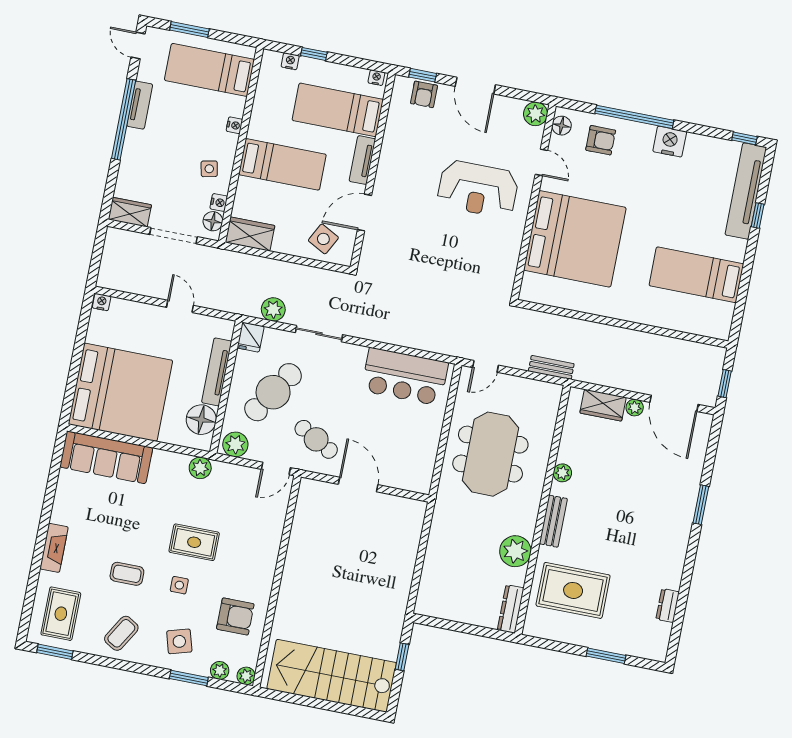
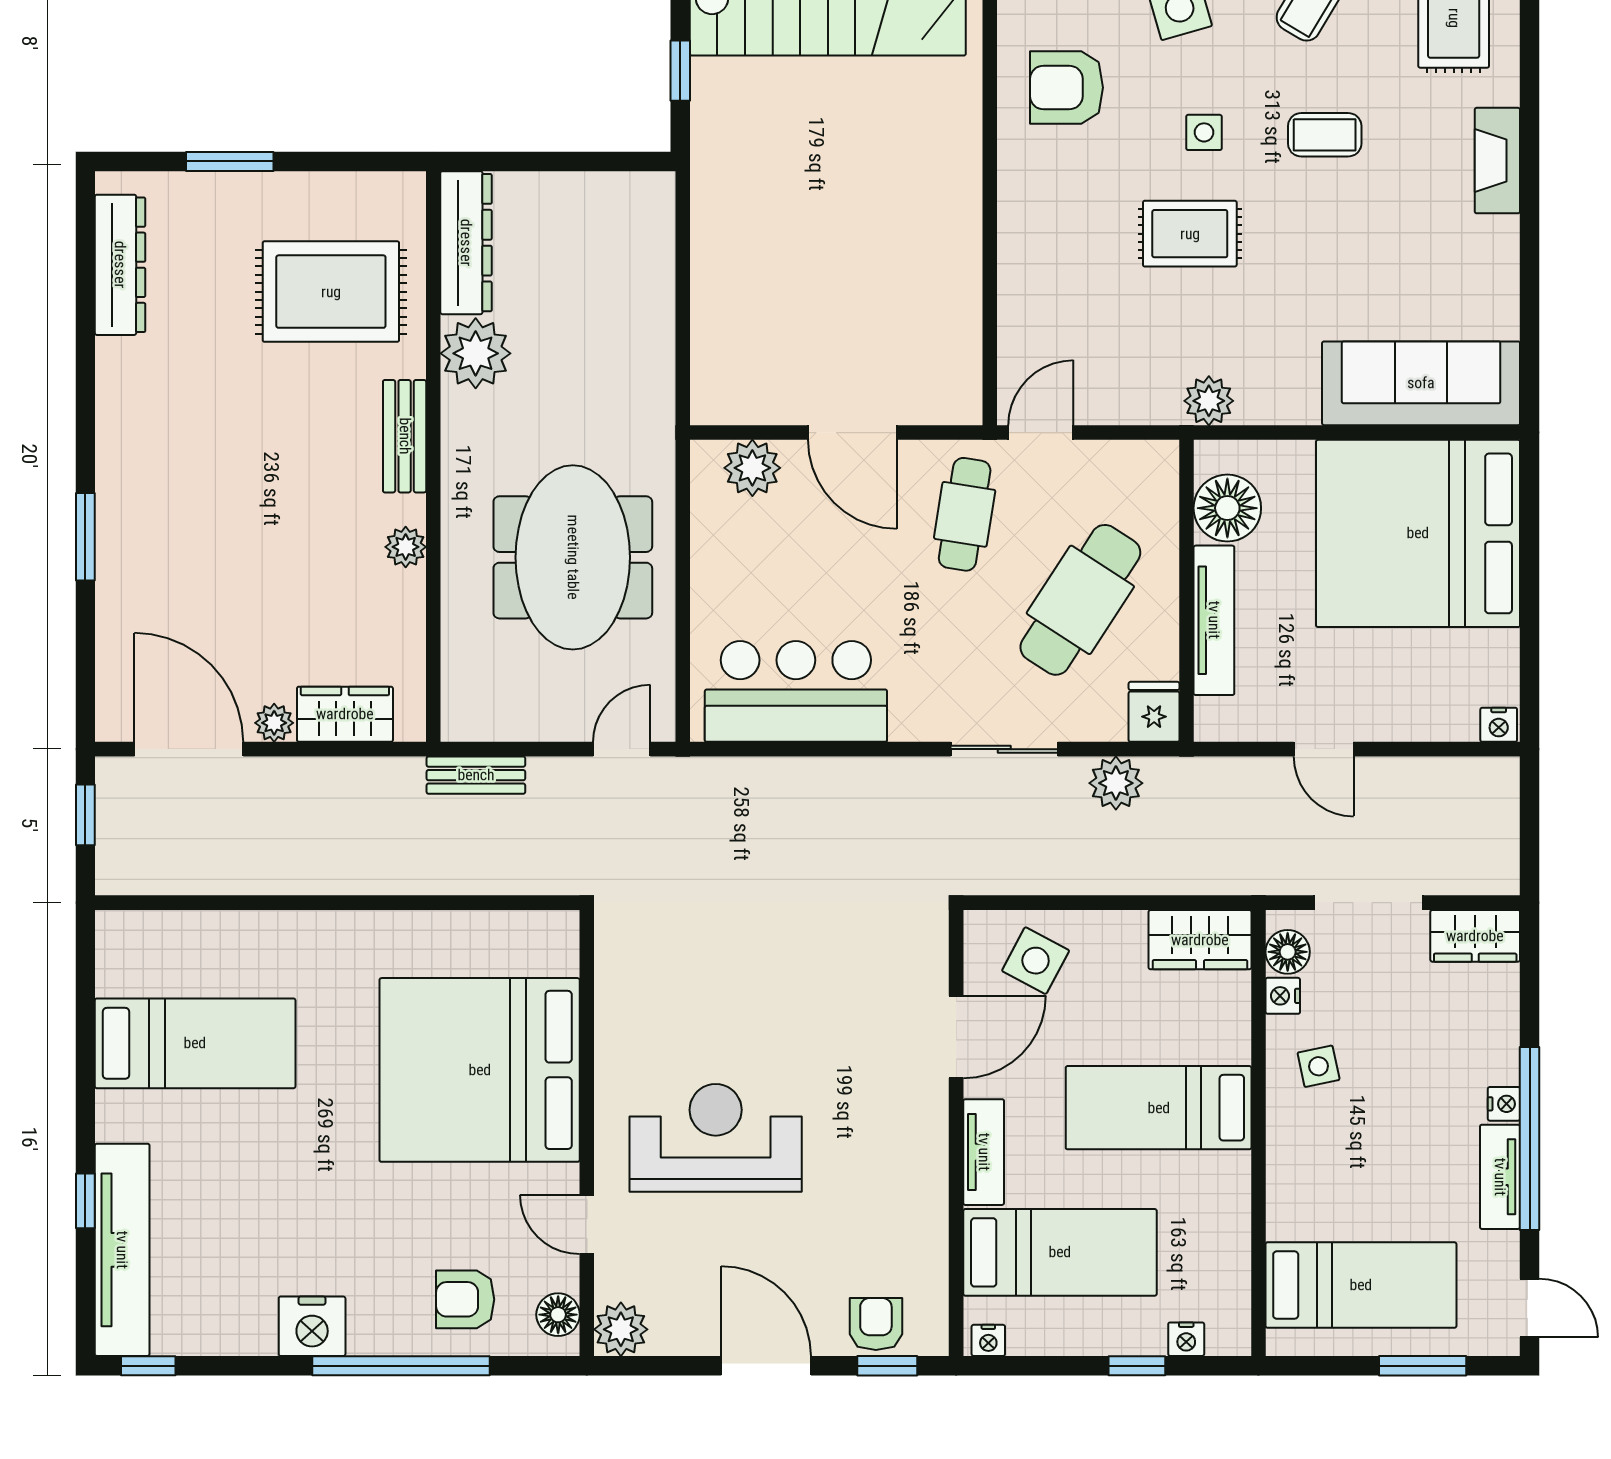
nightstand: (234, 125) -> (1504, 1104), moved, turned 180
cafe table: (316, 439) -> (965, 514), turned 70
plant: (235, 444) -> (752, 468), moved
dresser: (668, 606) -> (120, 265), width x1.96, depth x1.24
dresser: (511, 609) -> (466, 243), width x1.37, depth x1.24

